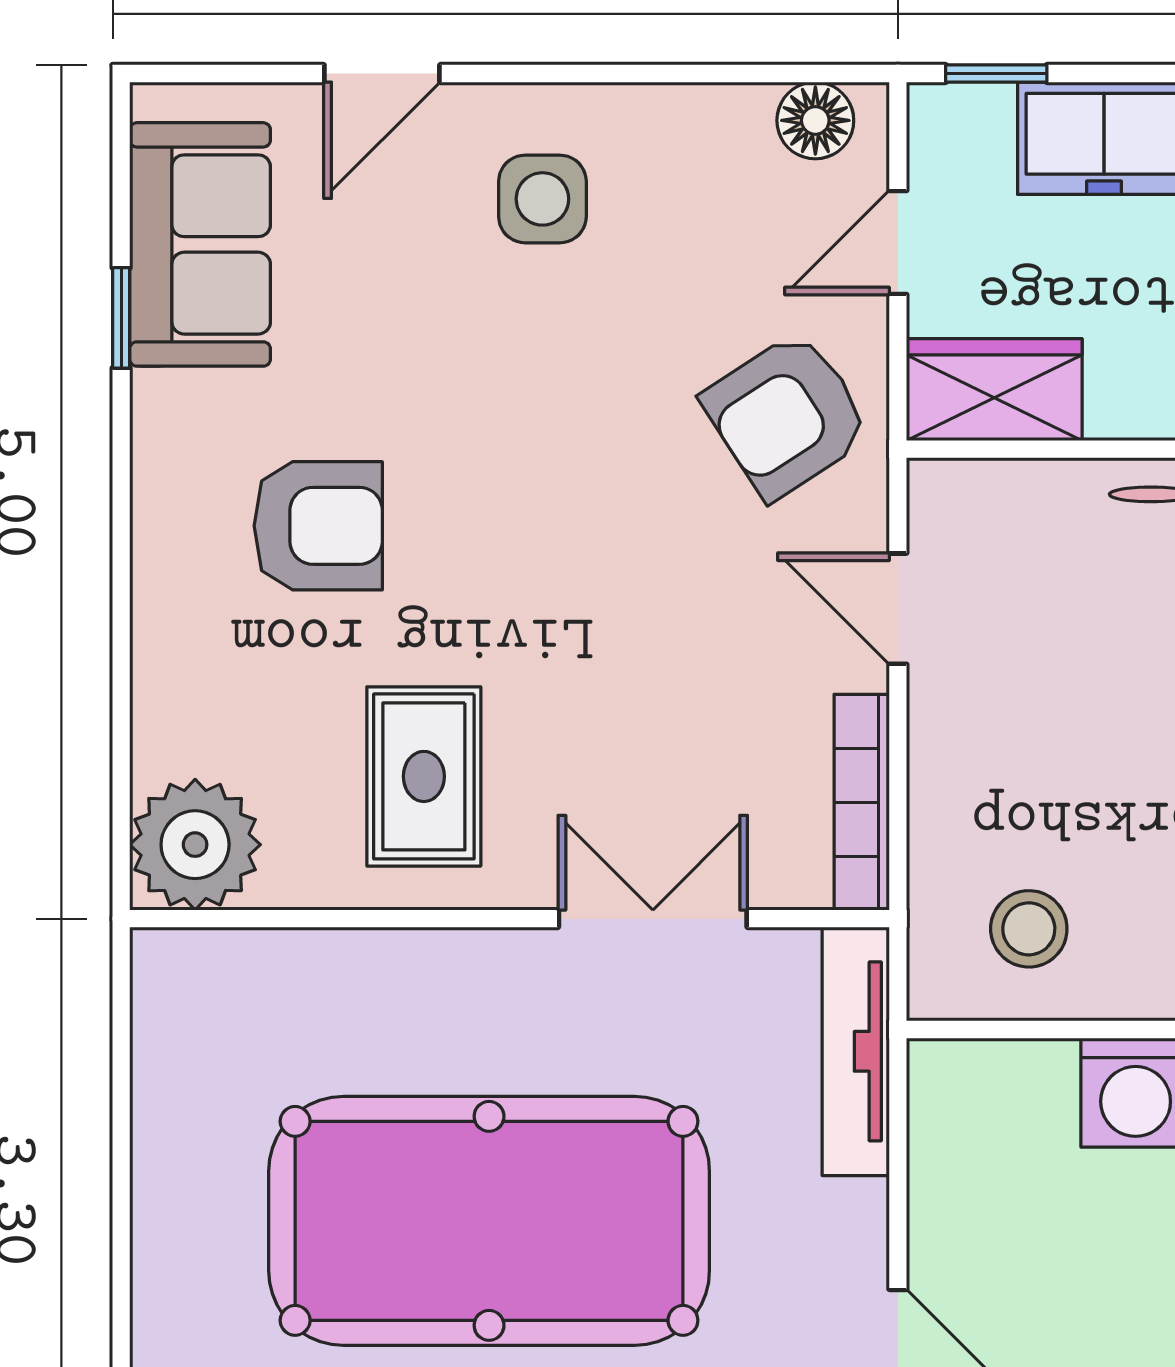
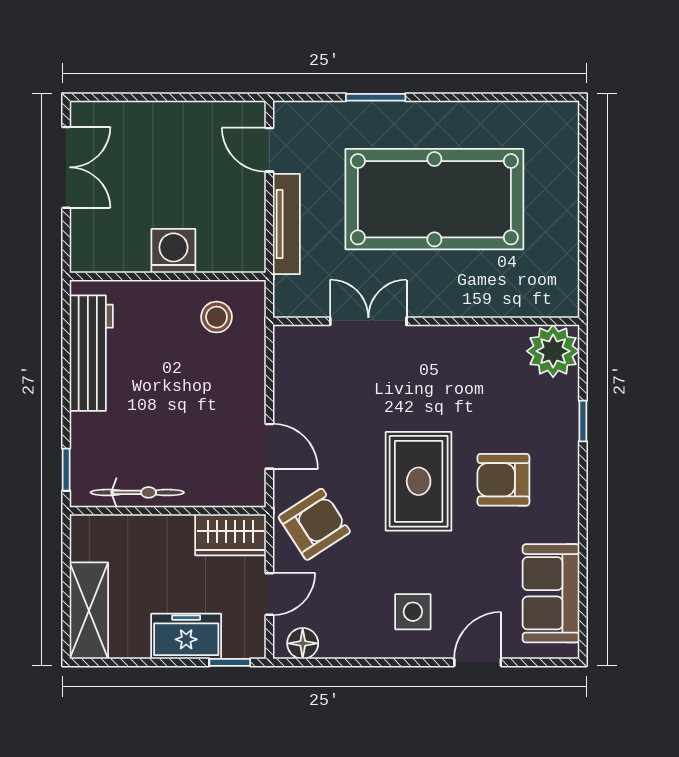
window: (121, 318) -> (583, 421), moved
rug: (424, 776) -> (419, 481), moved, width x1.36, depth x1.43
bookcase: (862, 802) -> (284, 368), removed
double door: (653, 919) -> (368, 321), swing flipped
tv unit: (856, 1051) -> (286, 224), moved

